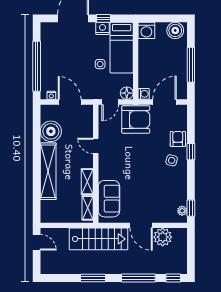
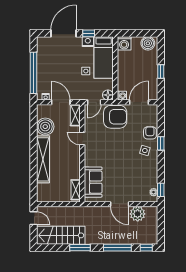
window: (191, 65) -> (161, 72), width x0.46
shelving: (87, 182) -> (75, 115), moved
stairs: (98, 239) -> (61, 235), moved, turned 180

